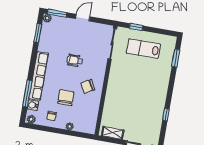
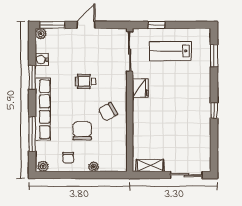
window: (38, 33) -> (32, 77), moved
fridge: (116, 73) -> (140, 88), added
water cooler: (33, 105) -> (42, 60), moved
window: (166, 115) -> (214, 110), moved

